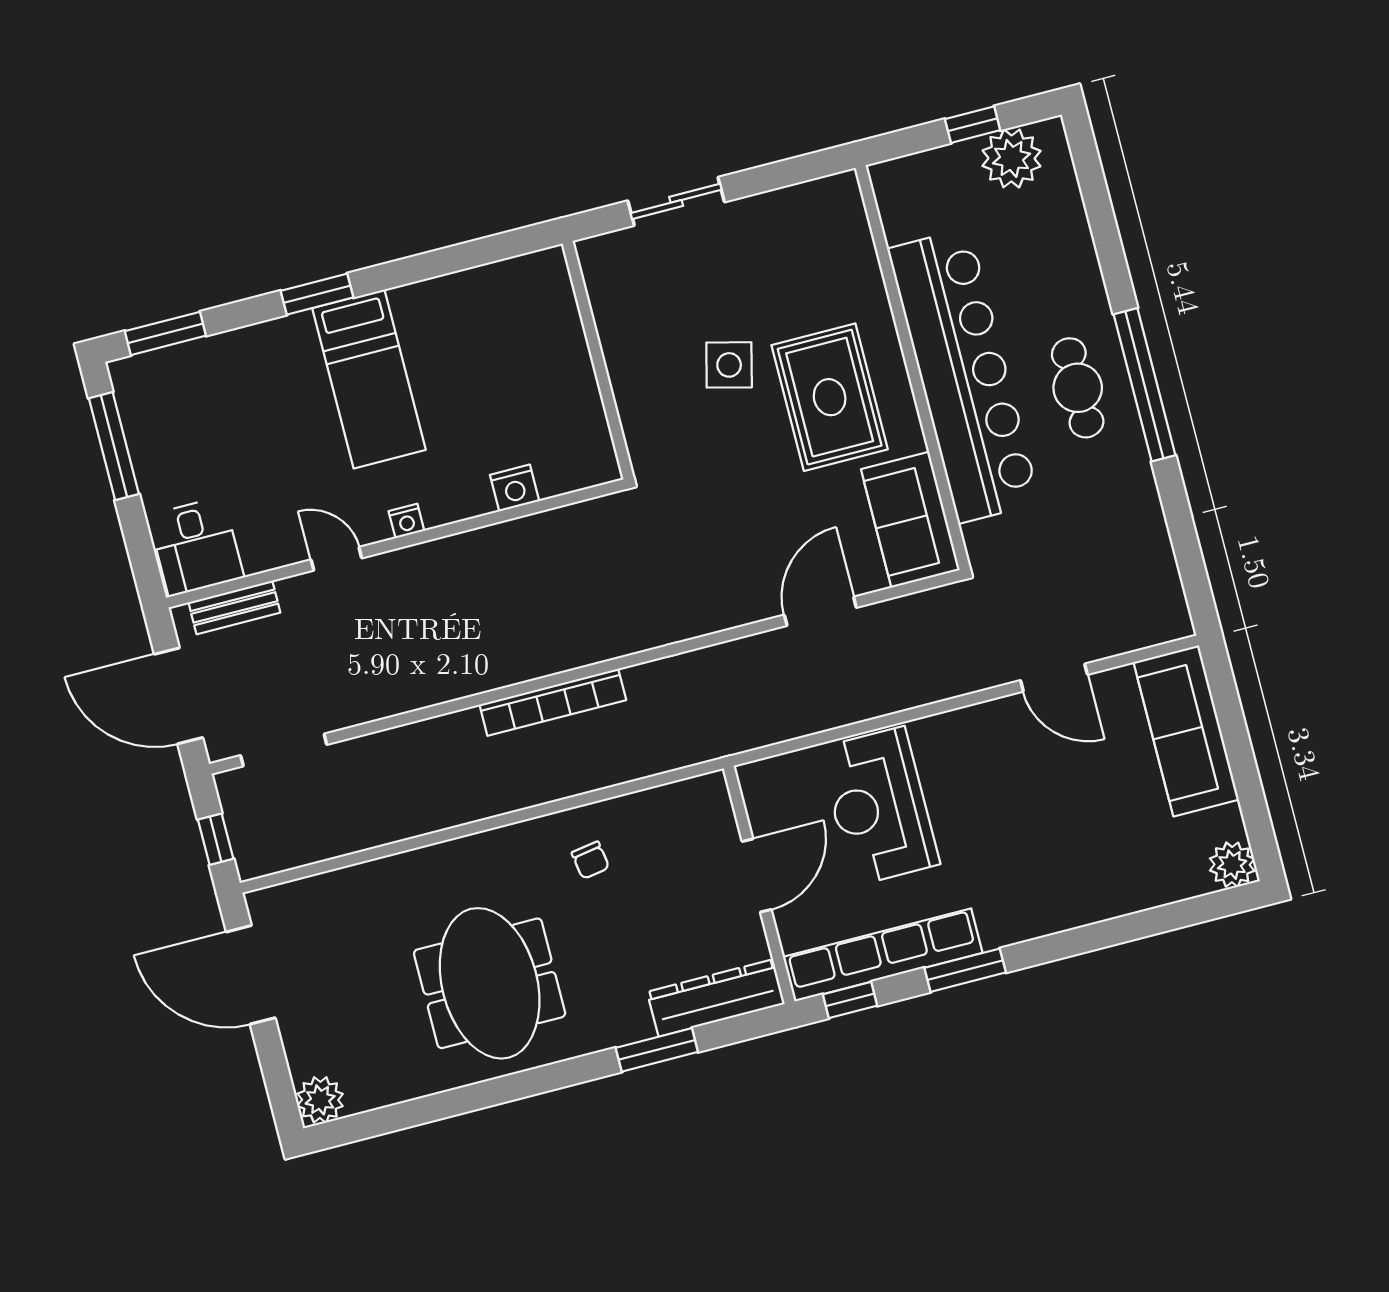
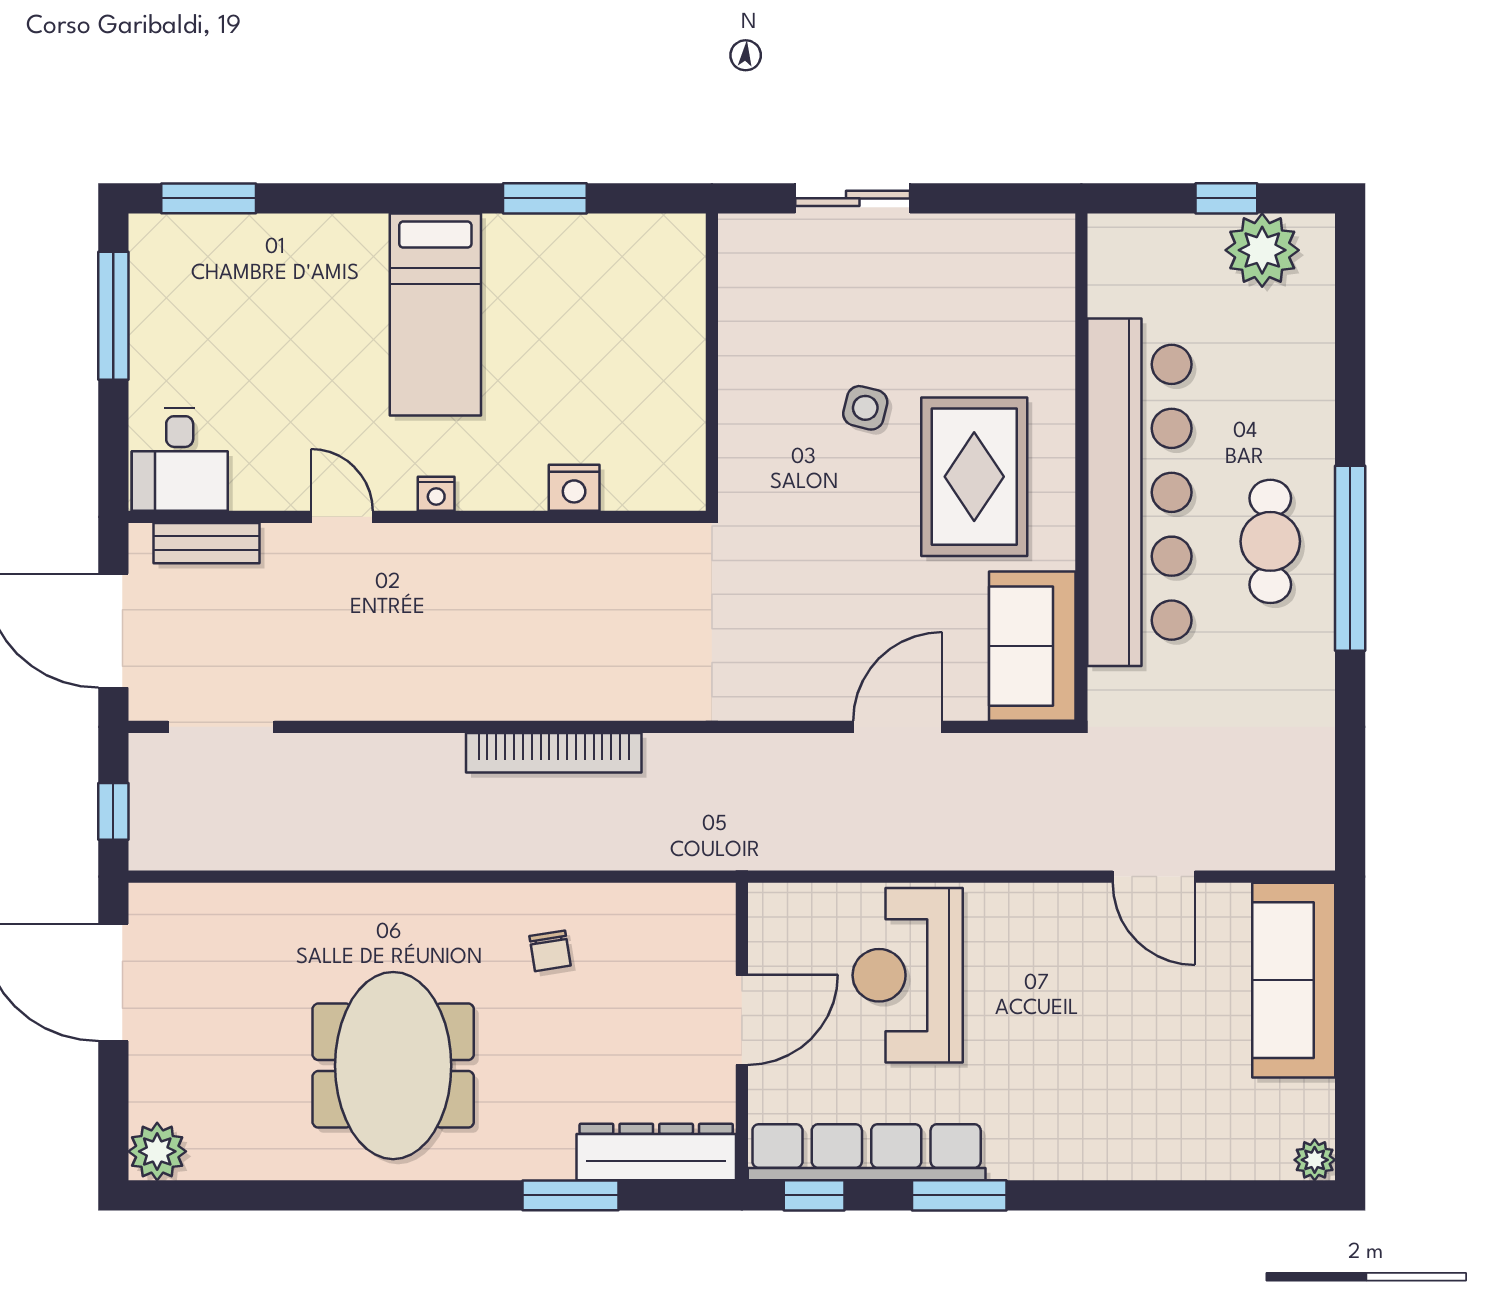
window: (317, 294) -> (545, 198), moved
side table: (729, 365) -> (865, 408), width x0.73, depth x0.73
plant: (1232, 865) -> (1315, 1160), width x0.73, depth x0.73

